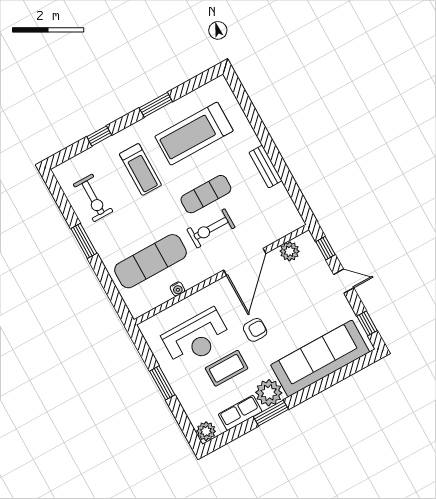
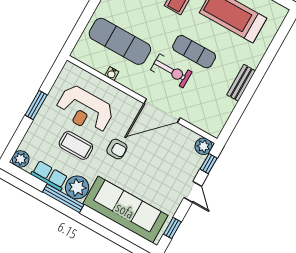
exercise bike: (211, 228) -> (171, 71), turned 180
plant: (290, 251) -> (204, 146), moved
window: (271, 413) -> (63, 198), width x1.44

